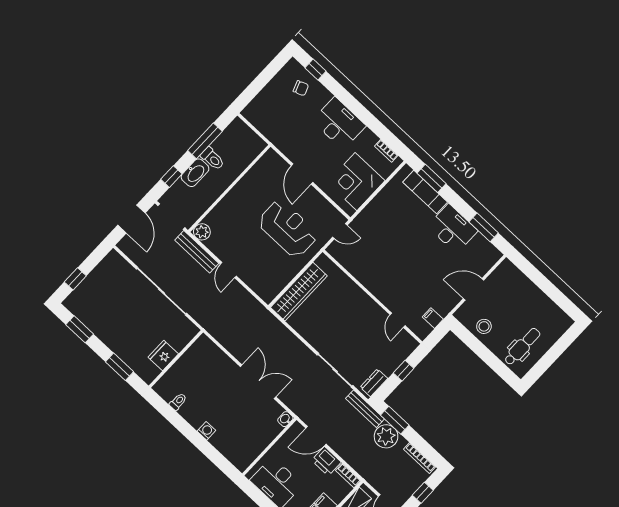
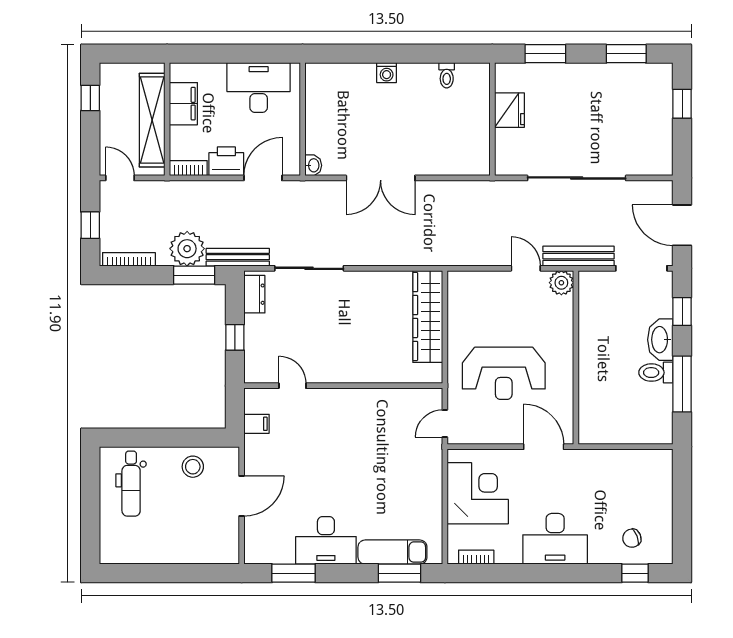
wall: (229, 188) -> (576, 357), moved
plant: (202, 232) -> (561, 283), moved

